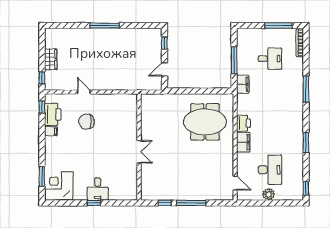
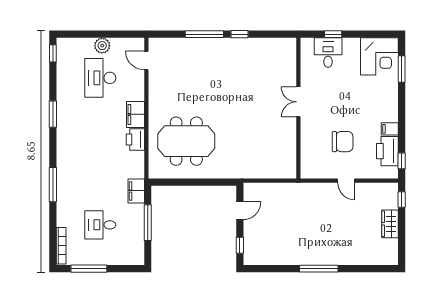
wall: (139, 147) -> (298, 108), moved
double door: (139, 152) -> (298, 102), moved

